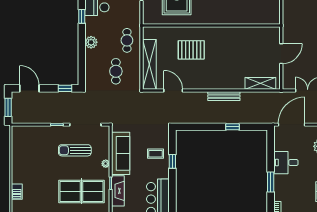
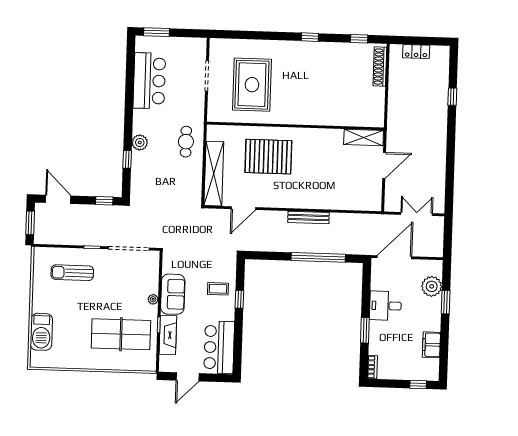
window: (82, 16) -> (127, 159), moved
pallet: (191, 50) -> (268, 157), width x1.37, depth x1.41
cafe table: (116, 71) -> (170, 181), removed
shelving: (260, 83) -> (364, 137), moved
door: (173, 91) -> (243, 208), swing flipped
window: (233, 127) -> (318, 257), width x3.17
sun lounger: (75, 150) -> (72, 273), moved
sofa: (121, 153) -> (173, 294), width x0.73
barbecue: (17, 192) -> (41, 332), width x1.88, depth x1.53

